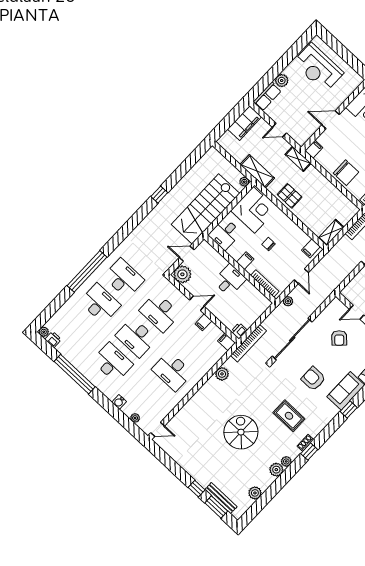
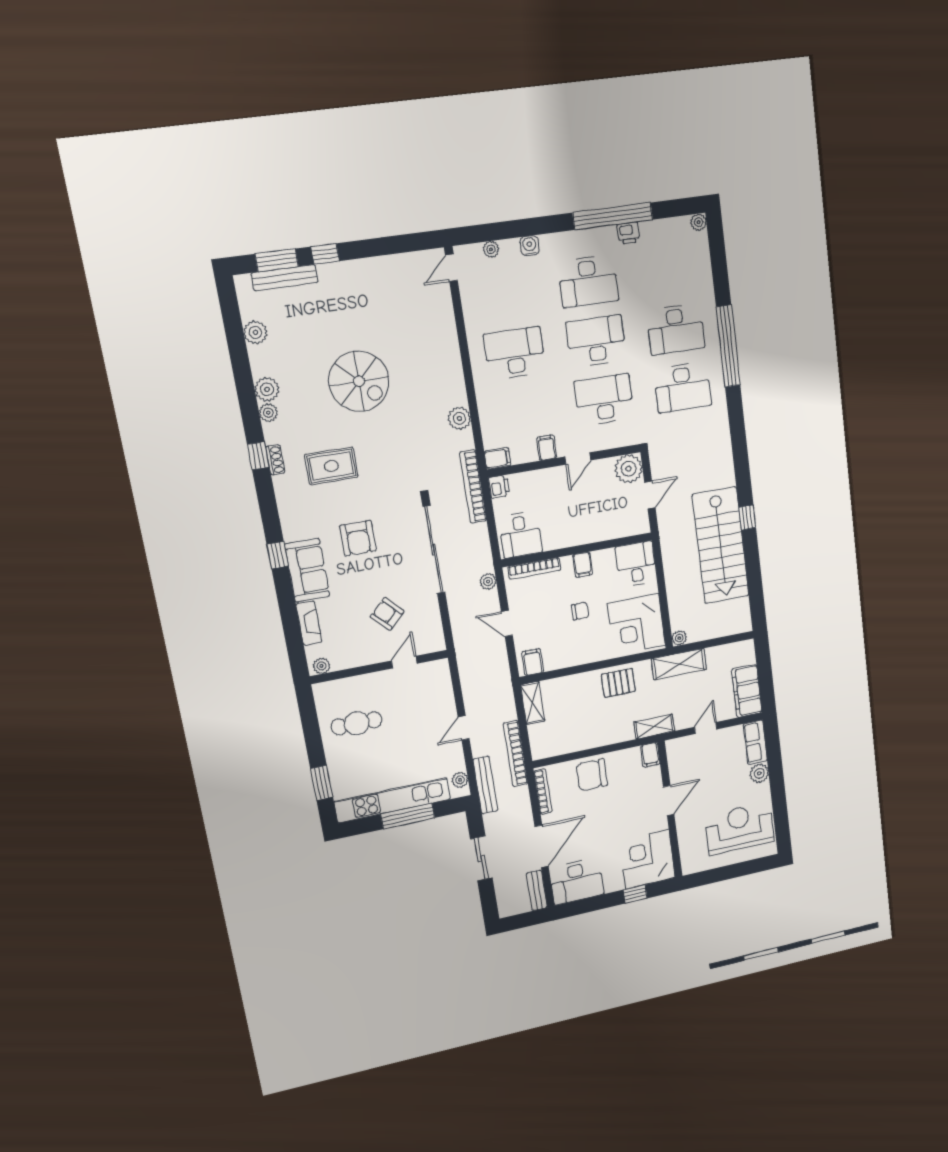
stairs: (205, 209) -> (721, 545), moved, turned 180
desk: (230, 280) -> (521, 535), moved
printer: (53, 339) -> (628, 233), moved
armchair: (313, 379) -> (358, 538), turned 90

